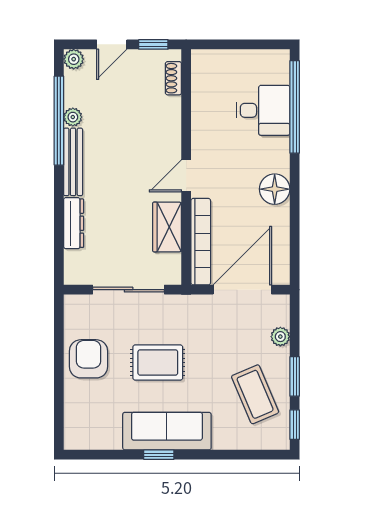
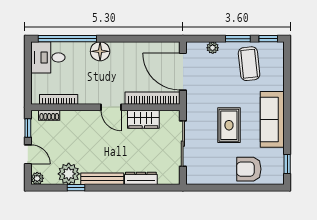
bookcase: (199, 93) -> (59, 99), added
desk: (263, 110) -> (48, 57), moved, turned -90
plant: (73, 117) -> (69, 174), width x1.88, depth x1.88
window: (59, 121) -> (76, 188), width x0.32
floor lamp: (275, 189) -> (100, 51), moved
armchair: (88, 359) -> (249, 169), moved
coffee table: (255, 394) -> (249, 64), turned -73
window: (159, 455) -> (287, 164), moved

